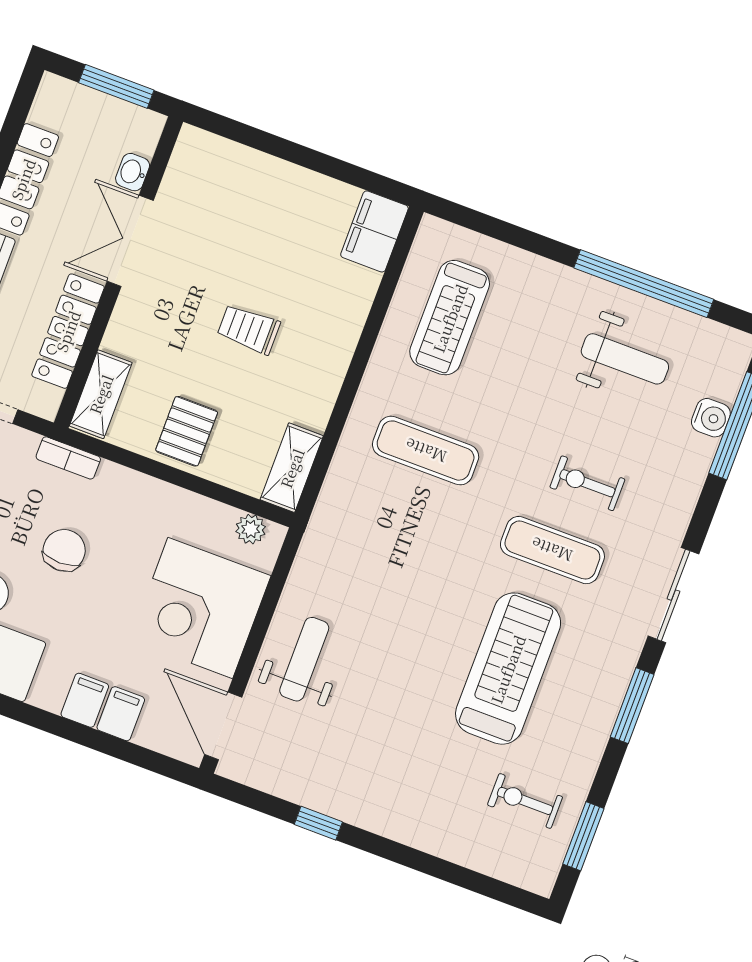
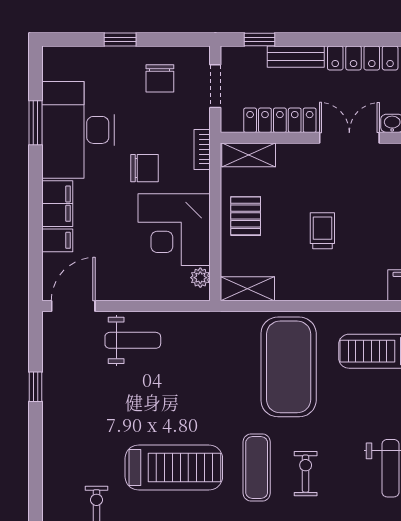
pallet: (187, 431) -> (246, 216), turned 90
exercise mat: (426, 451) -> (289, 367), width x2.00, depth x1.45
corner desk: (200, 608) -> (174, 230), moved, turned -90
filing cabinet: (85, 700) -> (57, 204), width x2.00

